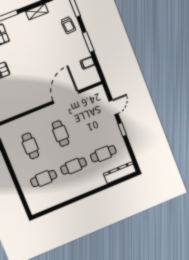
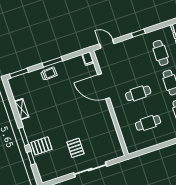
trolley: (68, 25) -> (49, 74), moved
filing cabinet: (87, 63) -> (88, 59), moved
door: (114, 107) -> (107, 44), moved

